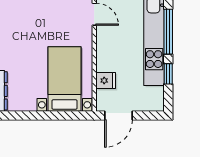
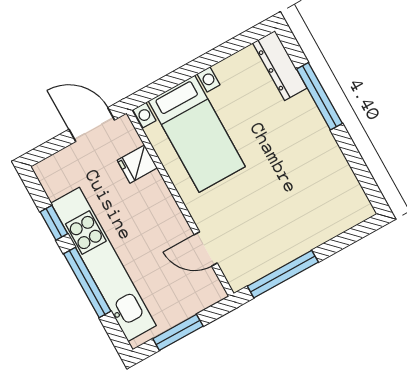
door: (118, 115) -> (92, 125), hinge flipped

